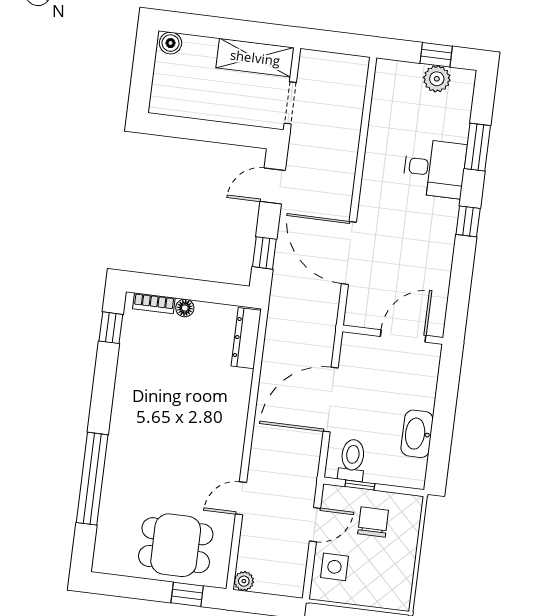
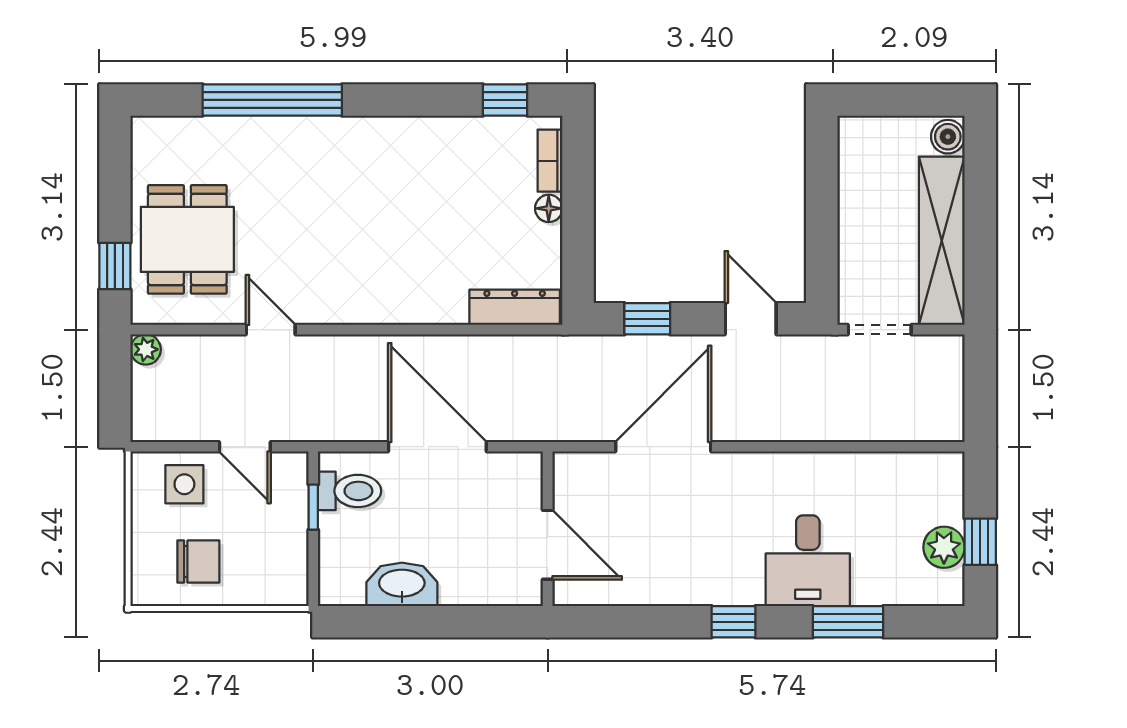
shelving: (255, 58) -> (942, 241), width x1.47
chair: (373, 522) -> (198, 562), moved

